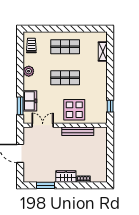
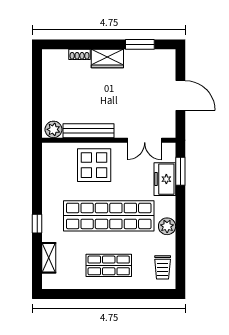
shop shelf: (65, 78) -> (109, 216), width x2.00, depth x1.36
window: (110, 106) -> (37, 224), moved
plant: (100, 132) -> (53, 129), added

